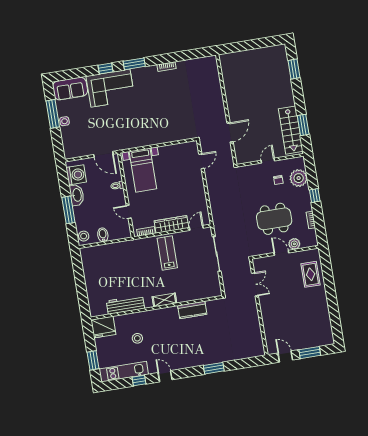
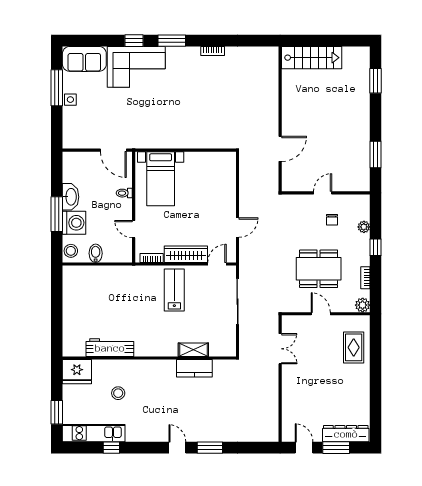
stairs: (291, 130) -> (312, 58), moved, turned -90
door: (201, 161) -> (237, 228), moved
washing machine: (76, 175) -> (74, 223), moved
plant: (299, 178) -> (364, 227), width x0.53, depth x0.53
plant: (294, 244) -> (363, 305), moved
shelving: (164, 300) -> (193, 350), moved
dresser: (315, 341) -> (346, 434), added
door: (165, 376) -> (177, 448), moved

